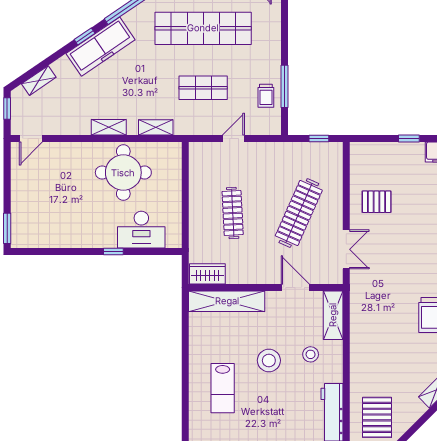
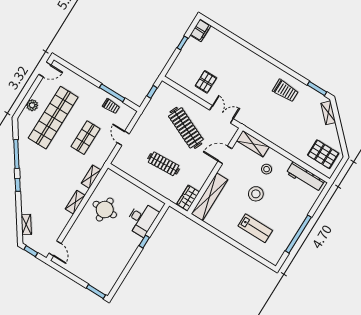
freezer: (101, 47) -> (29, 180), removed
round table: (123, 173) -> (105, 210), width x0.73, depth x0.73

